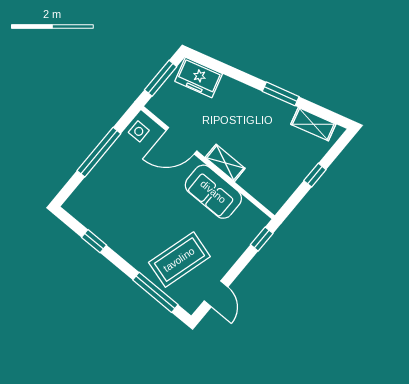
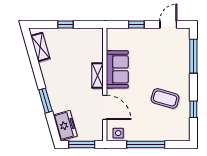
window: (281, 94) -> (45, 101), moved
window: (262, 239) -> (136, 24), moved
coffee table: (179, 260) -> (165, 98), moved, width x0.73, depth x0.76

